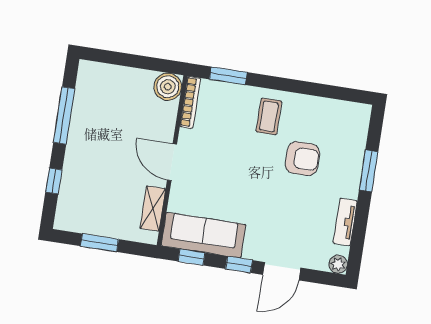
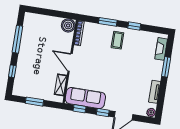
window: (228, 76) -> (108, 22), moved
window: (303, 87) -> (134, 26), added
fireplace: (358, 134) -> (161, 49), added
armchair: (302, 159) -> (134, 61), removed

